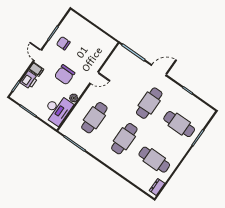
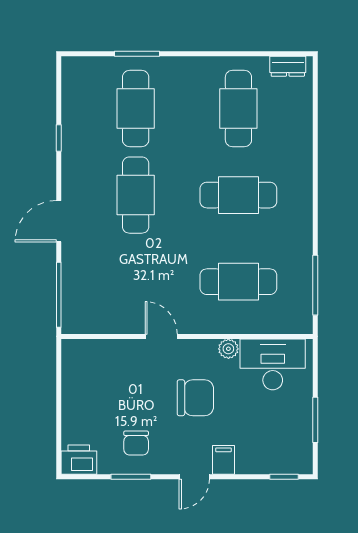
door: (159, 70) -> (59, 221), hinge flipped
printer: (29, 80) -> (79, 460), moved
cafe table: (149, 103) -> (136, 195), turned 90

